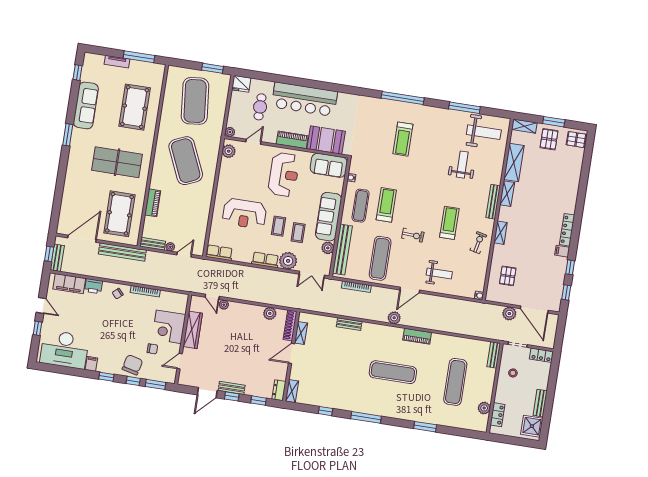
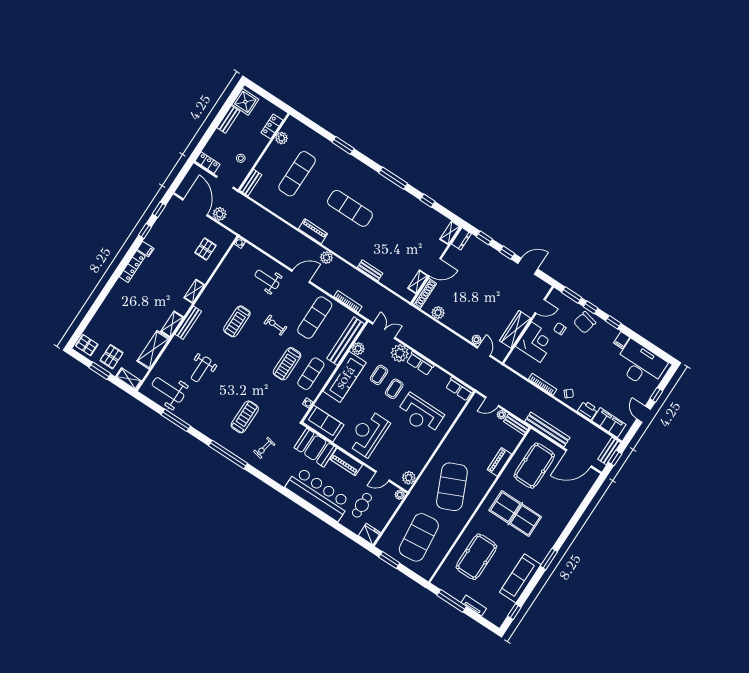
reception desk: (244, 214) -> (420, 414), turned 180
exercise bike: (478, 243) -> (264, 448), moved
bench: (232, 388) -> (504, 260), removed

